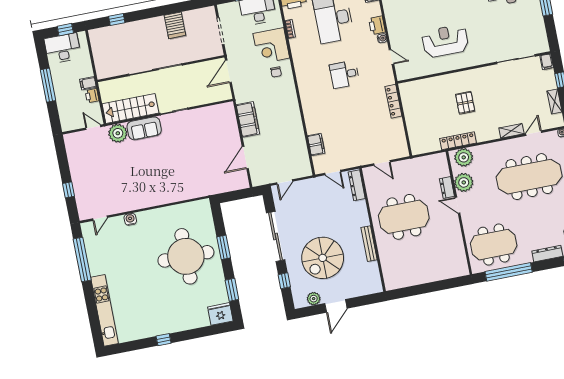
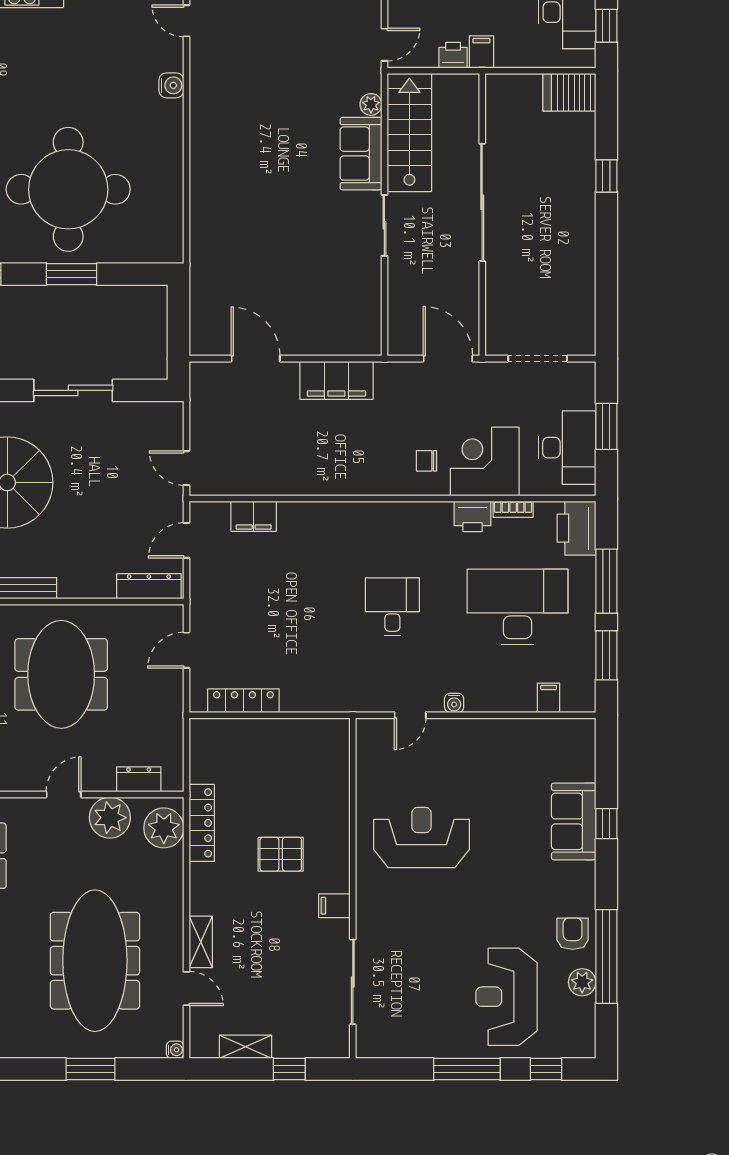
window: (117, 19) -> (606, 176), moved
server rack: (175, 25) -> (569, 92), moved
printer: (377, 25) -> (472, 516), moved, turned 180
reception desk: (445, 41) -> (421, 837), turned -90
filing cabinet: (547, 62) -> (334, 906), moved
locker: (393, 101) -> (243, 701), moved
plant: (118, 133) -> (371, 104), width x0.53, depth x0.53
door: (285, 182) -> (186, 468), moved
dresser: (447, 188) -> (139, 779), moved
sliding door: (276, 236) -> (73, 390), width x0.73

